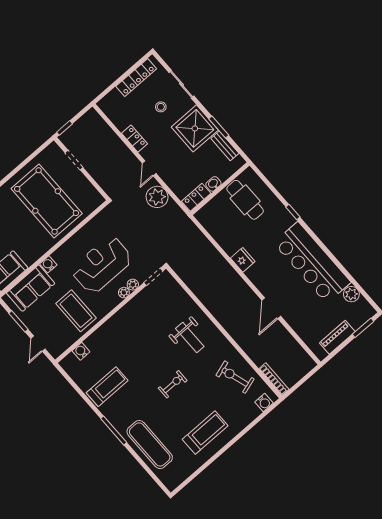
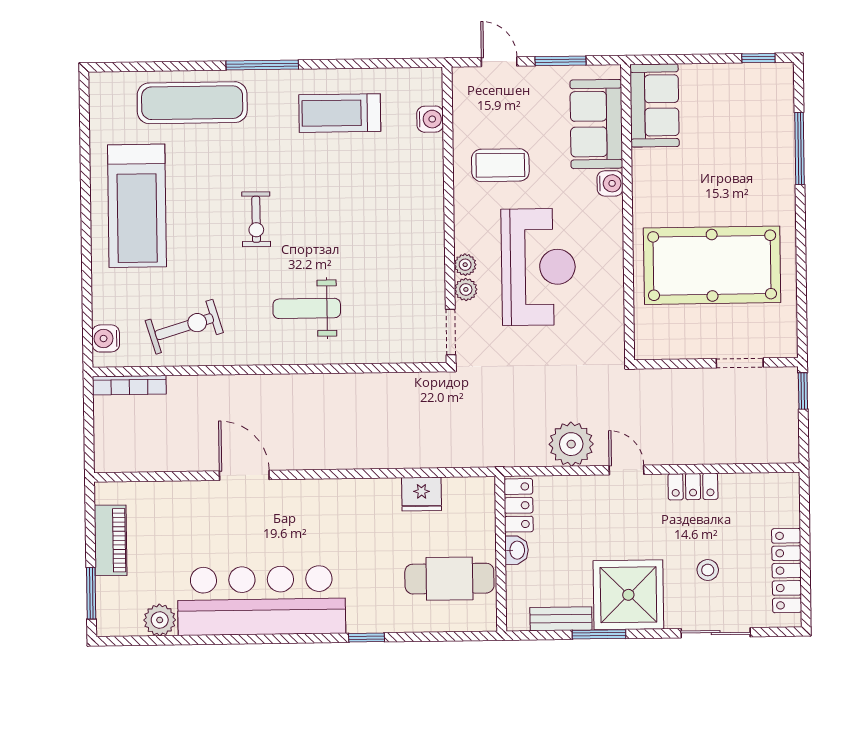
fridge: (243, 260) -> (422, 494), moved
coffee table: (76, 311) -> (500, 165), width x0.73, depth x0.76
treadmill: (107, 387) -> (340, 113), turned 90
treadmill: (205, 433) -> (137, 206), width x1.37, depth x1.37

